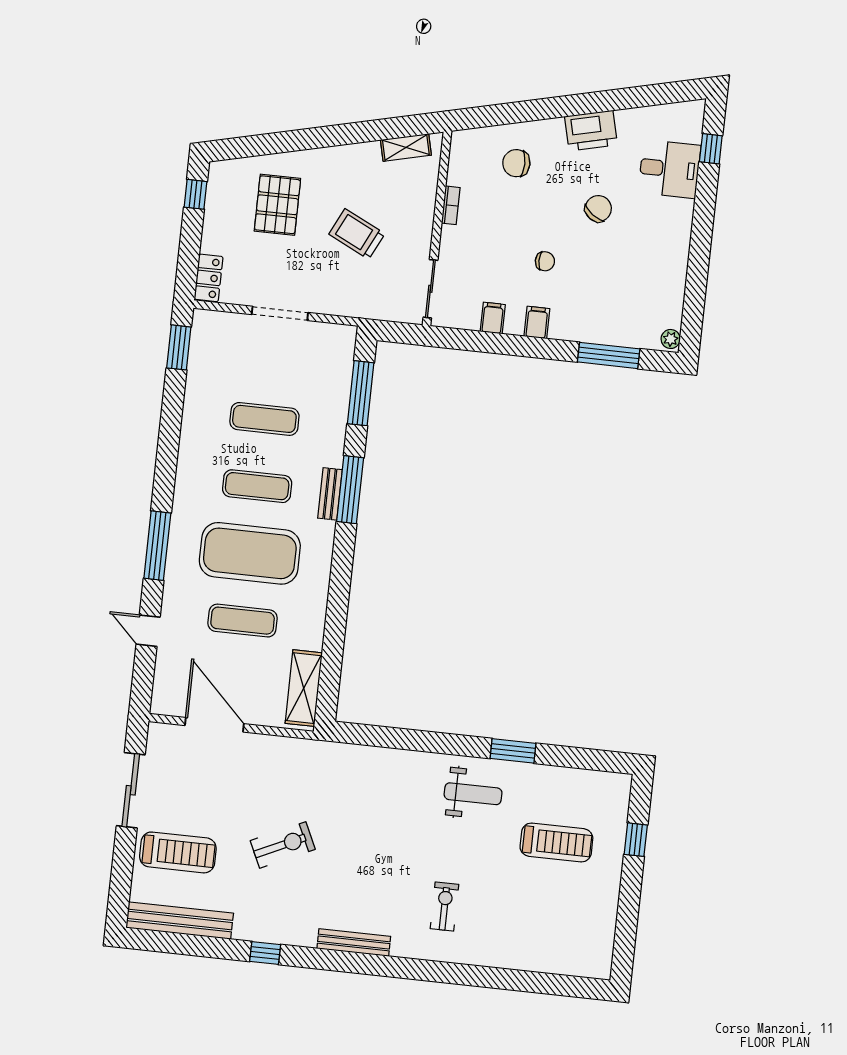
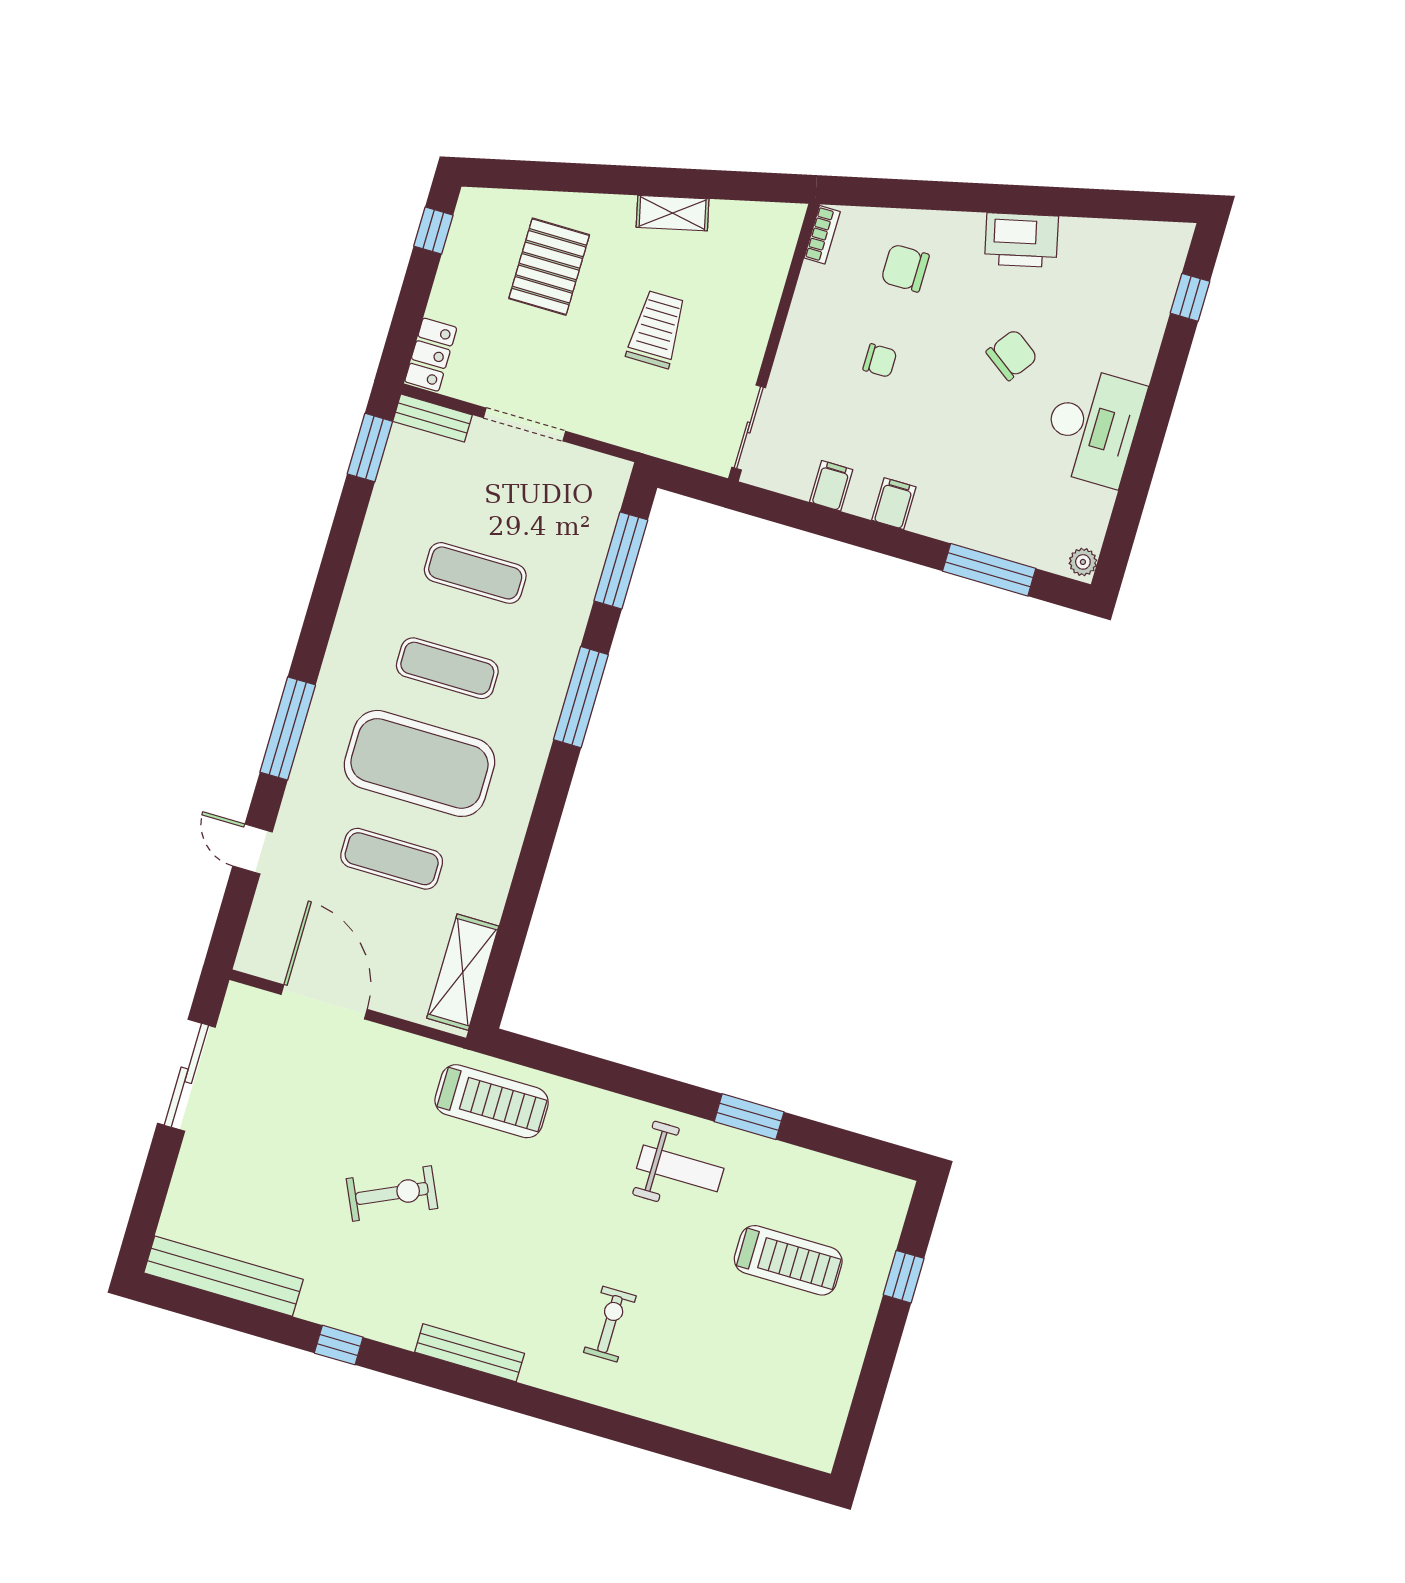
shelving: (406, 147) -> (673, 213), moved
desk: (669, 169) -> (1093, 426), moved, width x1.37
bookcase: (451, 205) -> (822, 235), moved
trolley: (357, 234) -> (656, 329), turned 64
chair: (545, 261) -> (880, 361), moved
bench: (330, 494) -> (433, 418), moved, turned 90
treadmill: (178, 852) -> (492, 1101), moved

